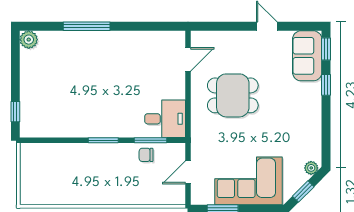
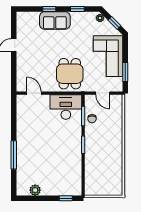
plant: (29, 40) -> (35, 190), moved
window: (326, 49) -> (77, 9), moved
sofa: (307, 56) -> (55, 20), moved
dining table: (233, 95) -> (70, 74), moved
desk: (165, 119) -> (66, 107), width x1.37

